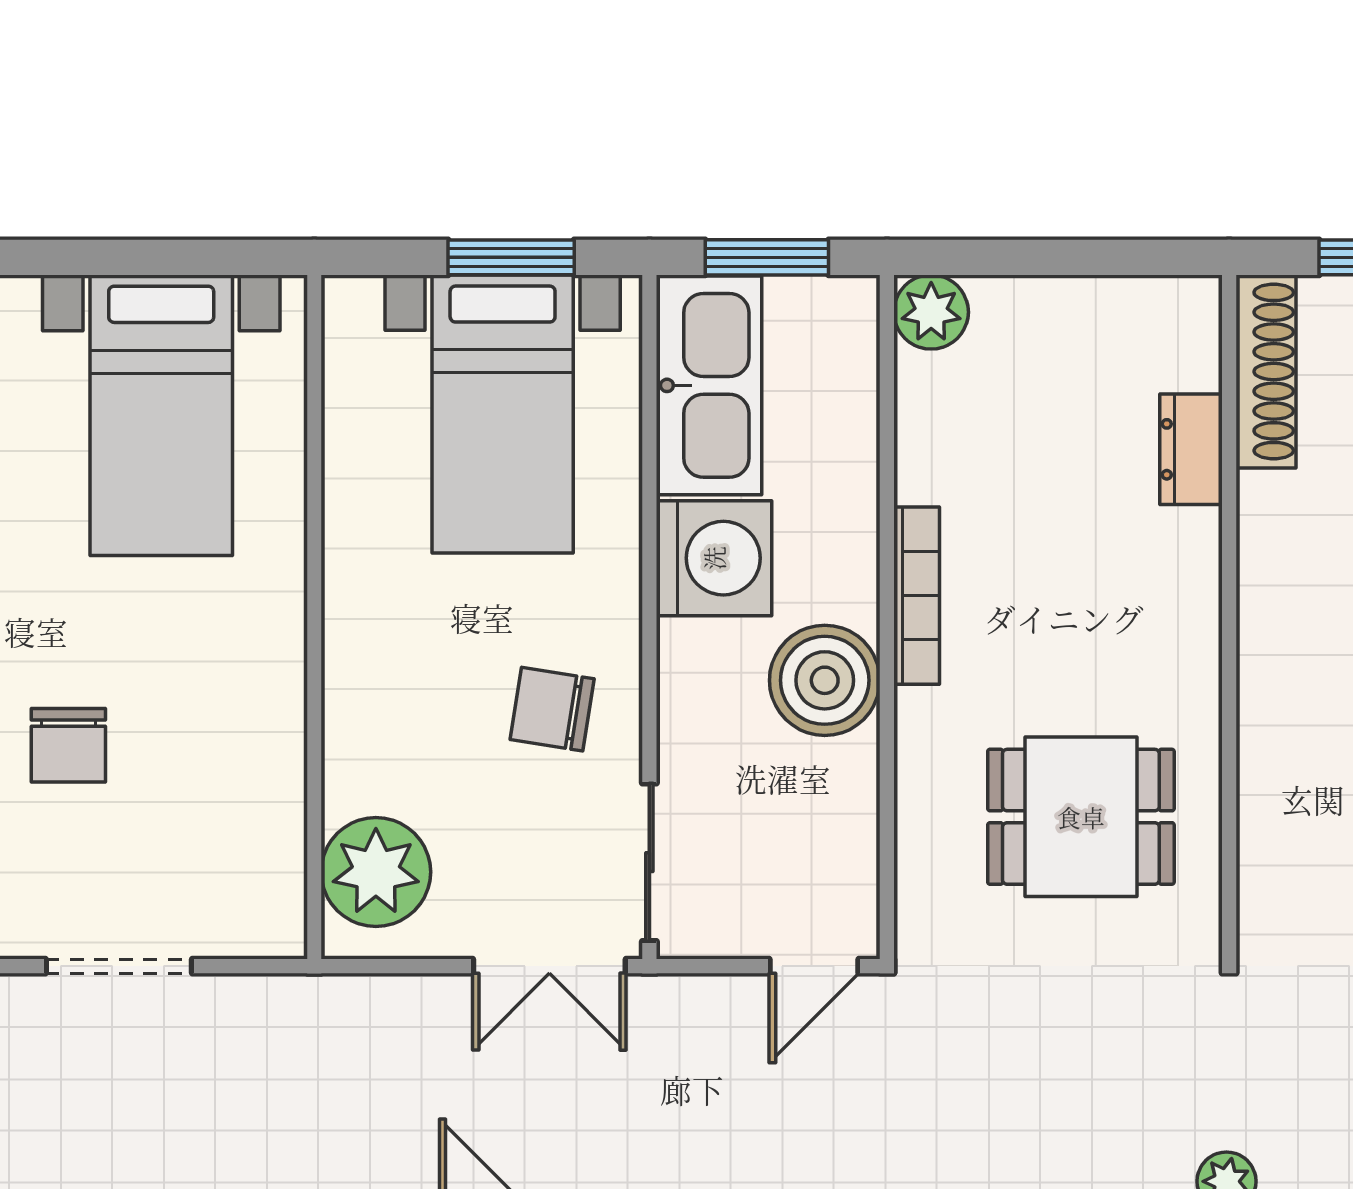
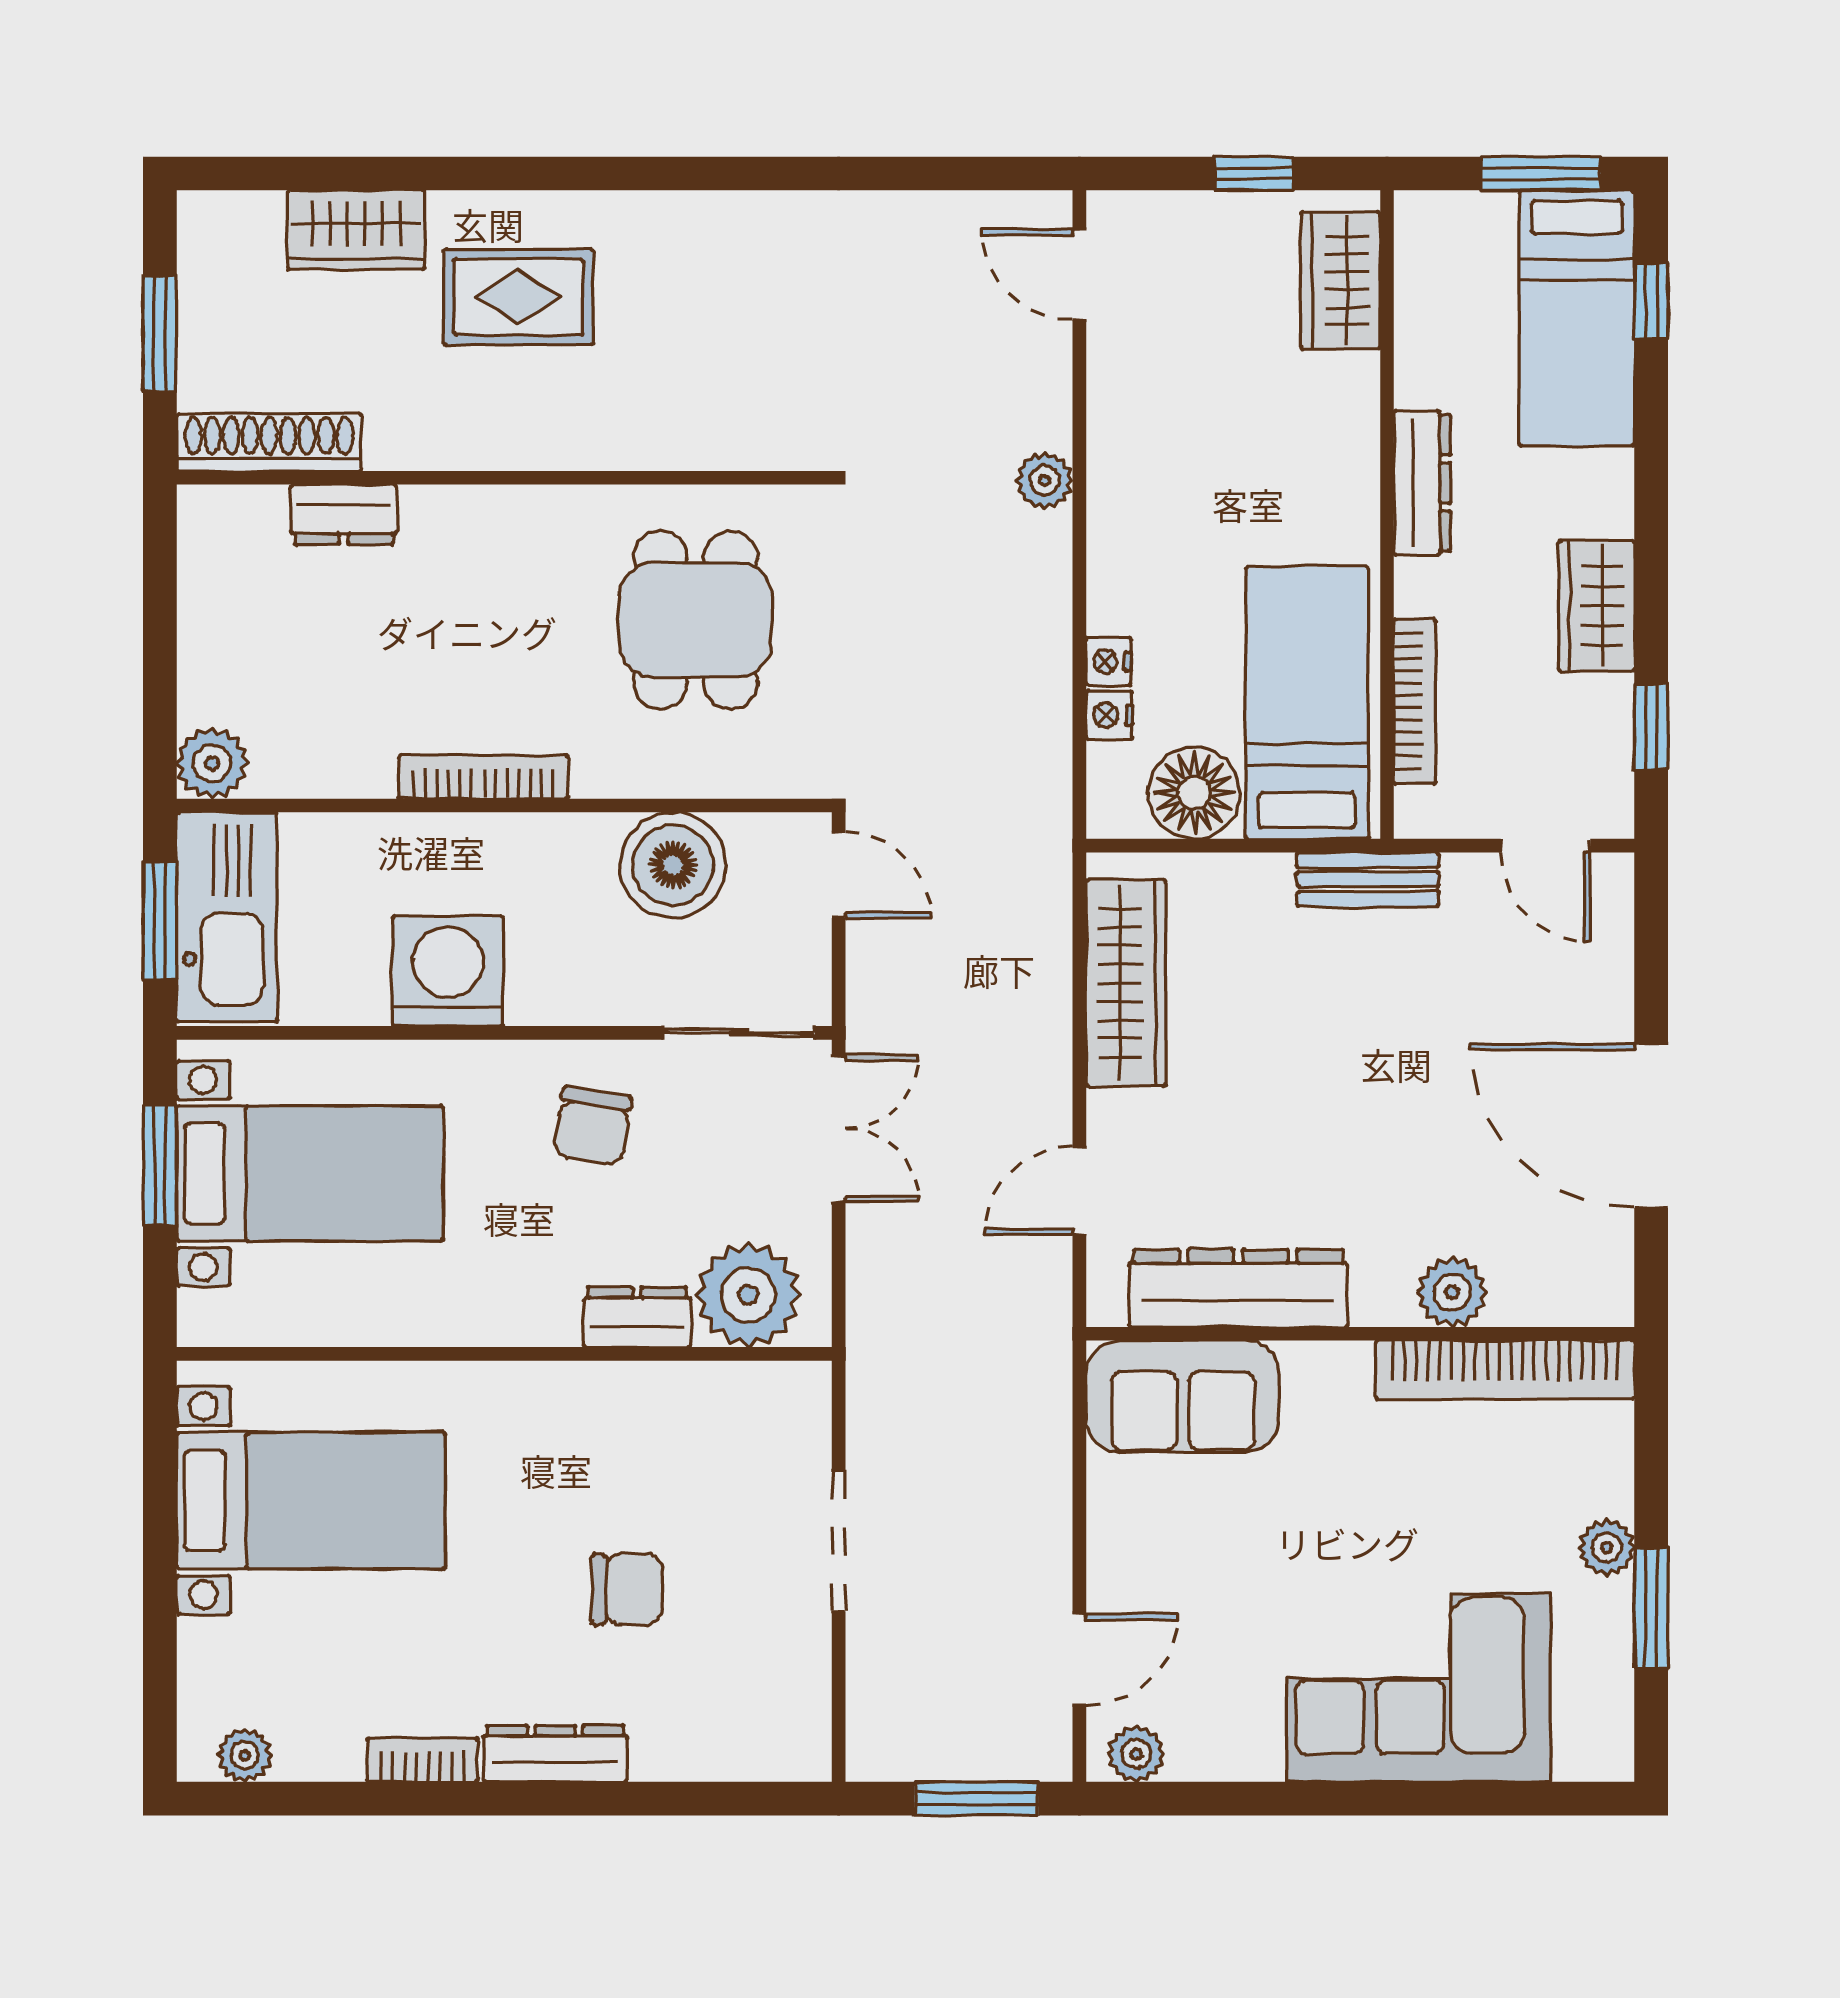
kitchen sink: (709, 385) -> (227, 917), moved, turned 90
boiler: (825, 680) -> (673, 865), moved
dresser: (353, 756) -> (637, 1317), added

